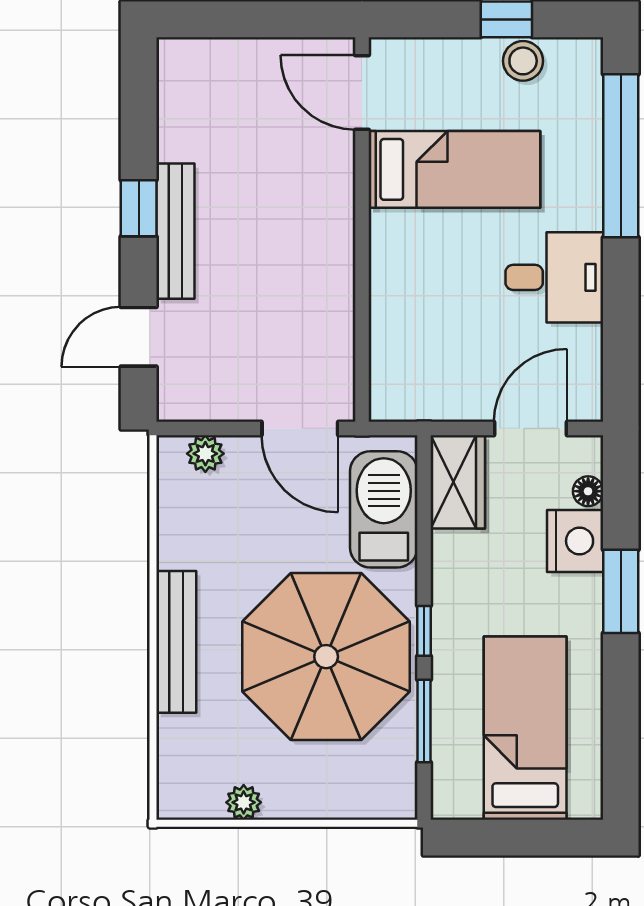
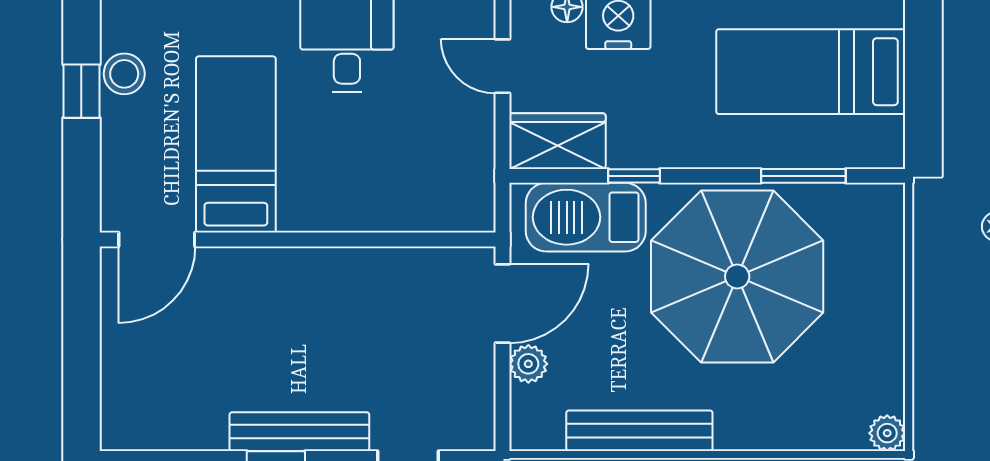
door: (531, 429) -> (502, 66), width x0.73
plant: (205, 454) -> (528, 364), moved
window: (424, 631) -> (634, 176), moved
bench: (176, 642) -> (639, 431), moved
plant: (244, 802) -> (887, 433), moved

